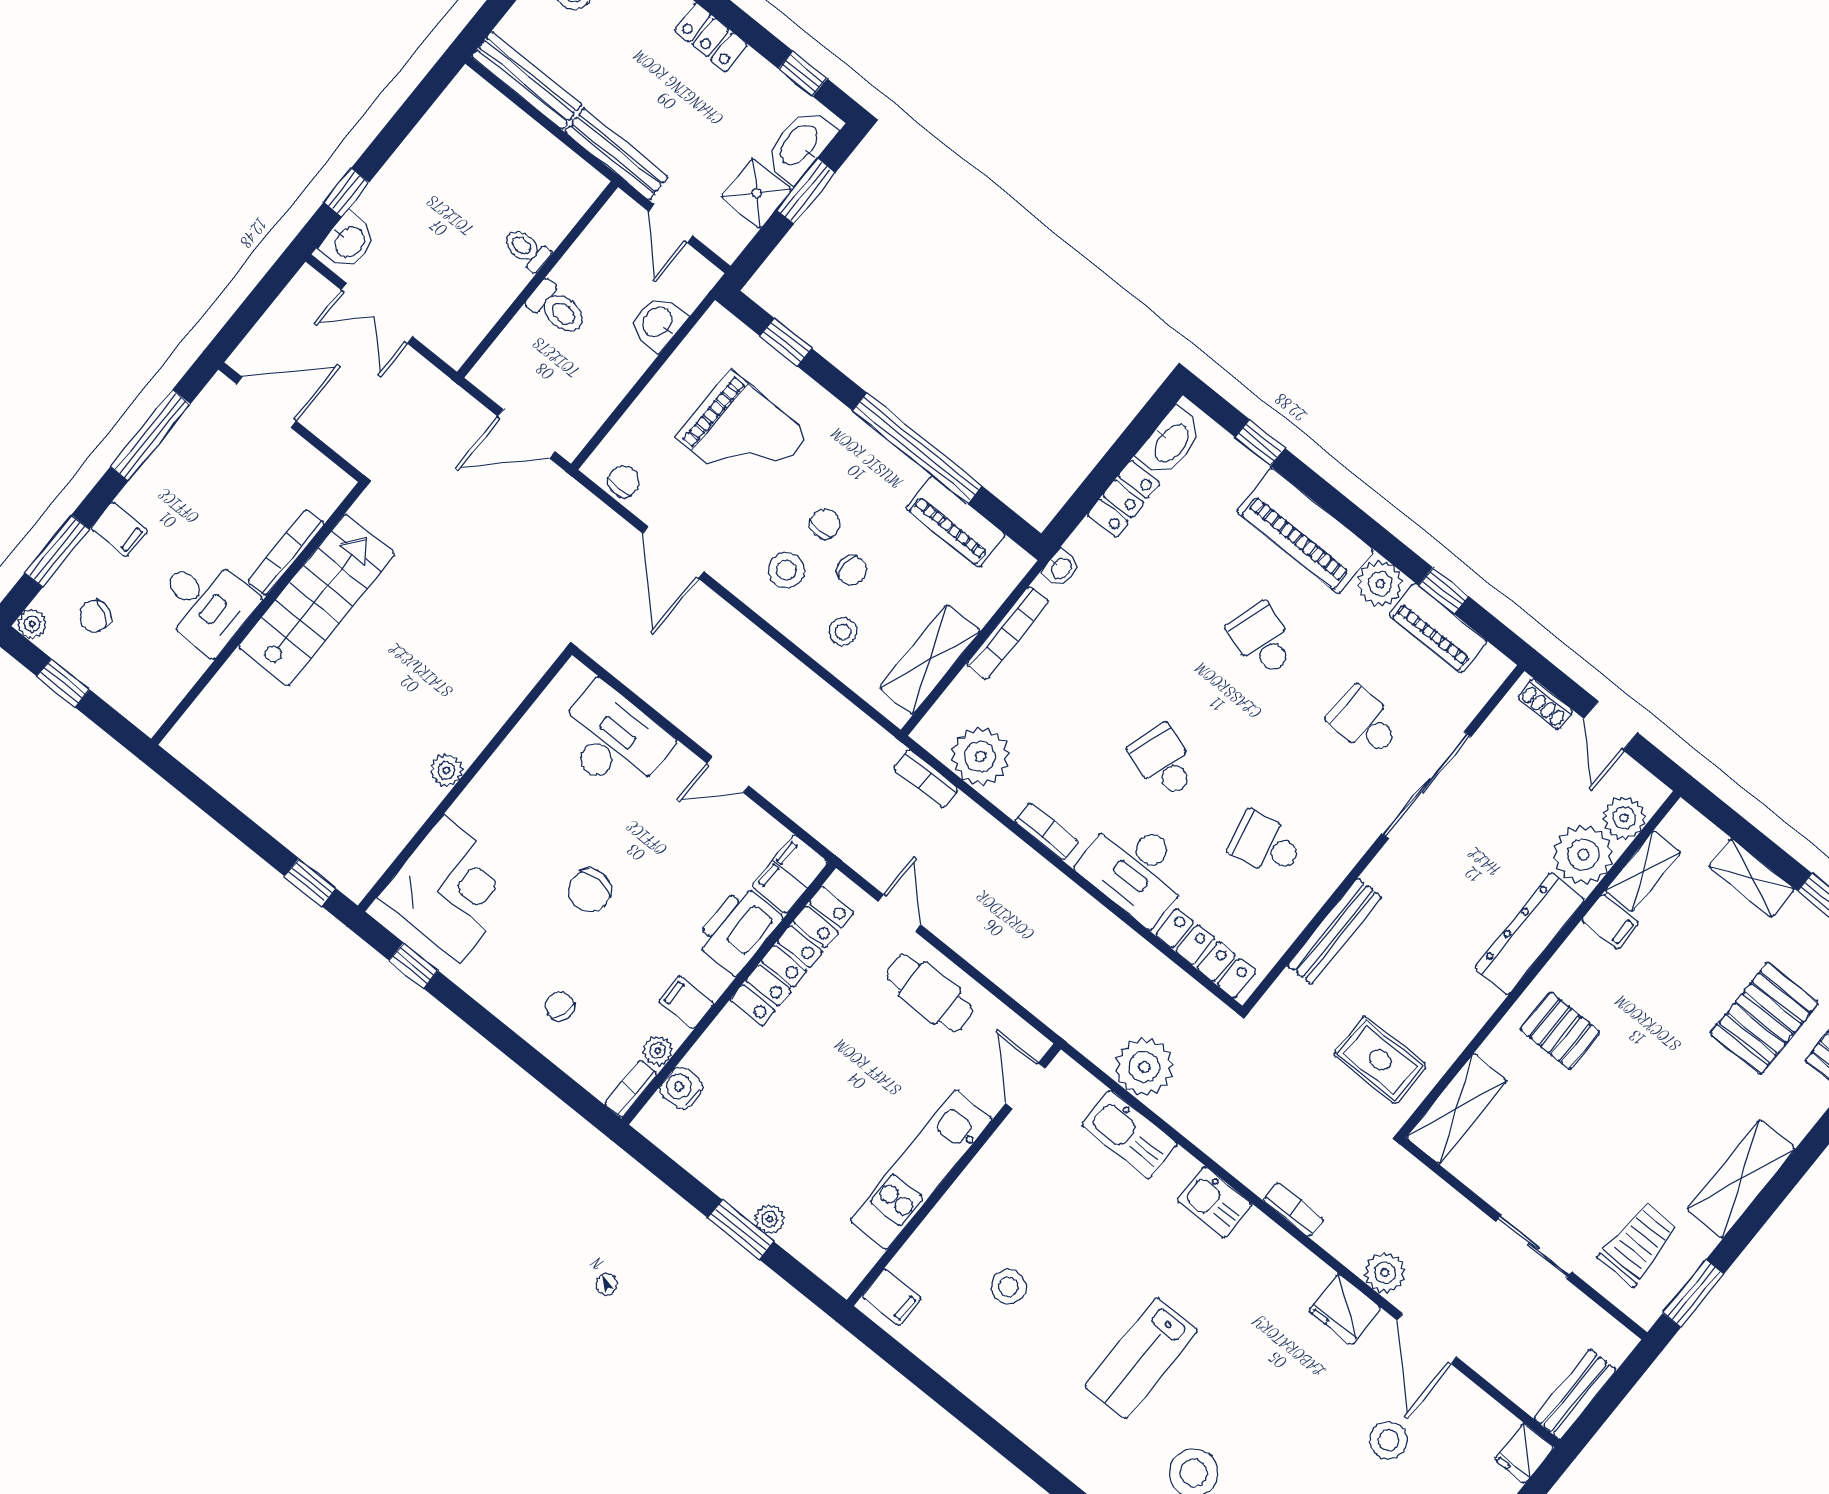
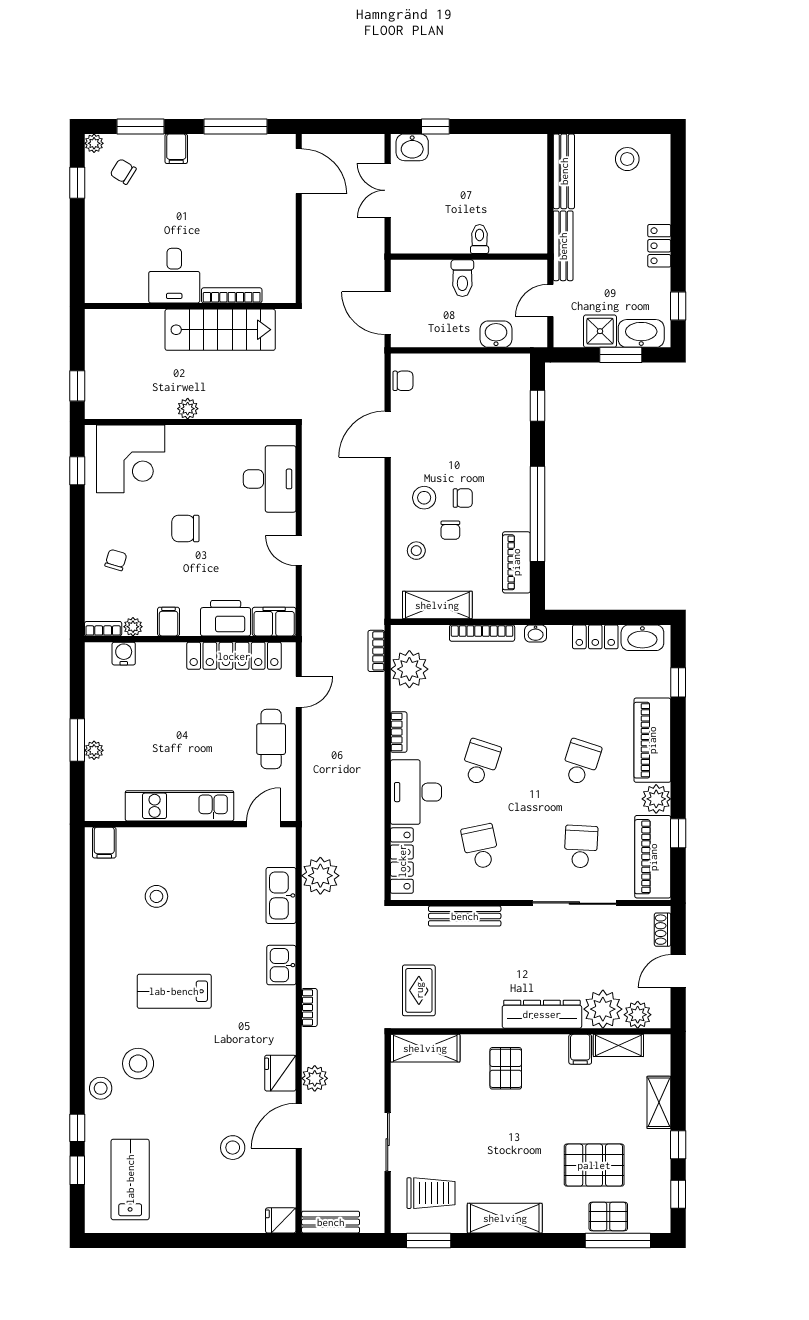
grand piano: (742, 436) -> (473, 422), removed
bookcase: (286, 552) -> (232, 295), moved
stairs: (316, 600) -> (220, 330), moved
desk: (205, 603) -> (174, 276), moved
wall: (258, 613) -> (190, 306), moved
piano: (1438, 628) -> (653, 857), width x1.37, depth x1.33

